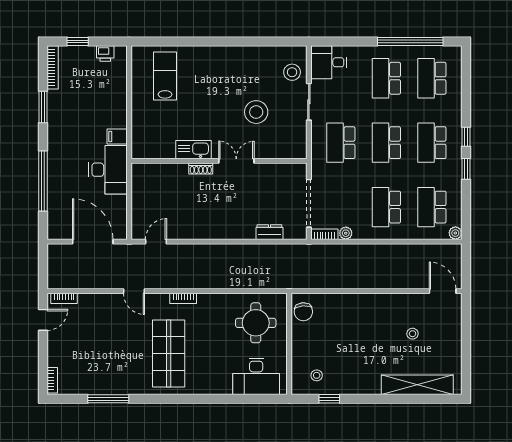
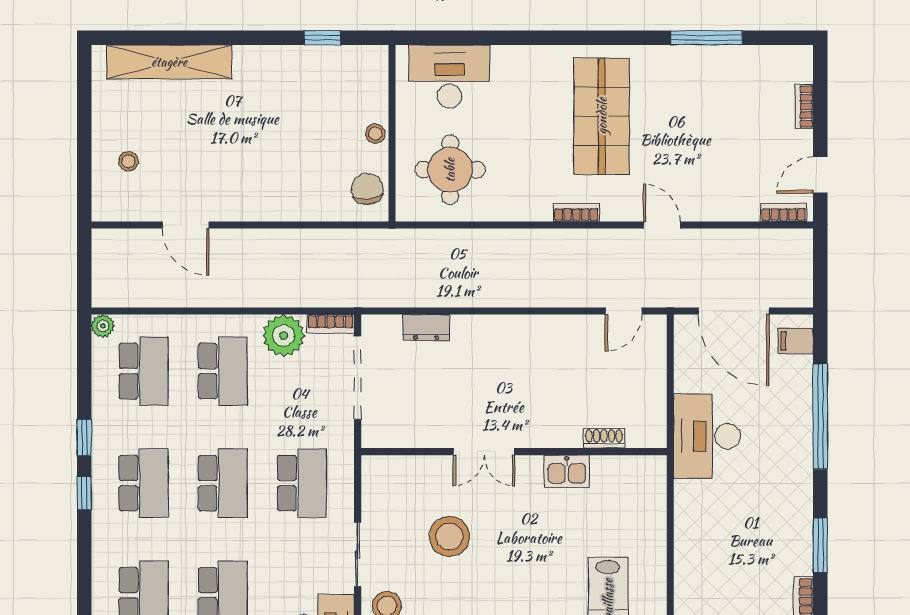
filing cabinet: (117, 136) -> (796, 341), moved, turned 180
kitchen sink: (194, 150) -> (567, 471), width x0.73
shoe rack: (201, 169) -> (604, 438), moved
plant: (346, 233) -> (284, 336), width x1.88, depth x1.88
door: (443, 291) -> (186, 225), moved
stool: (412, 334) -> (128, 161), moved
stool: (317, 375) -> (375, 134), moved
bookcase: (52, 380) -> (804, 106), moved

